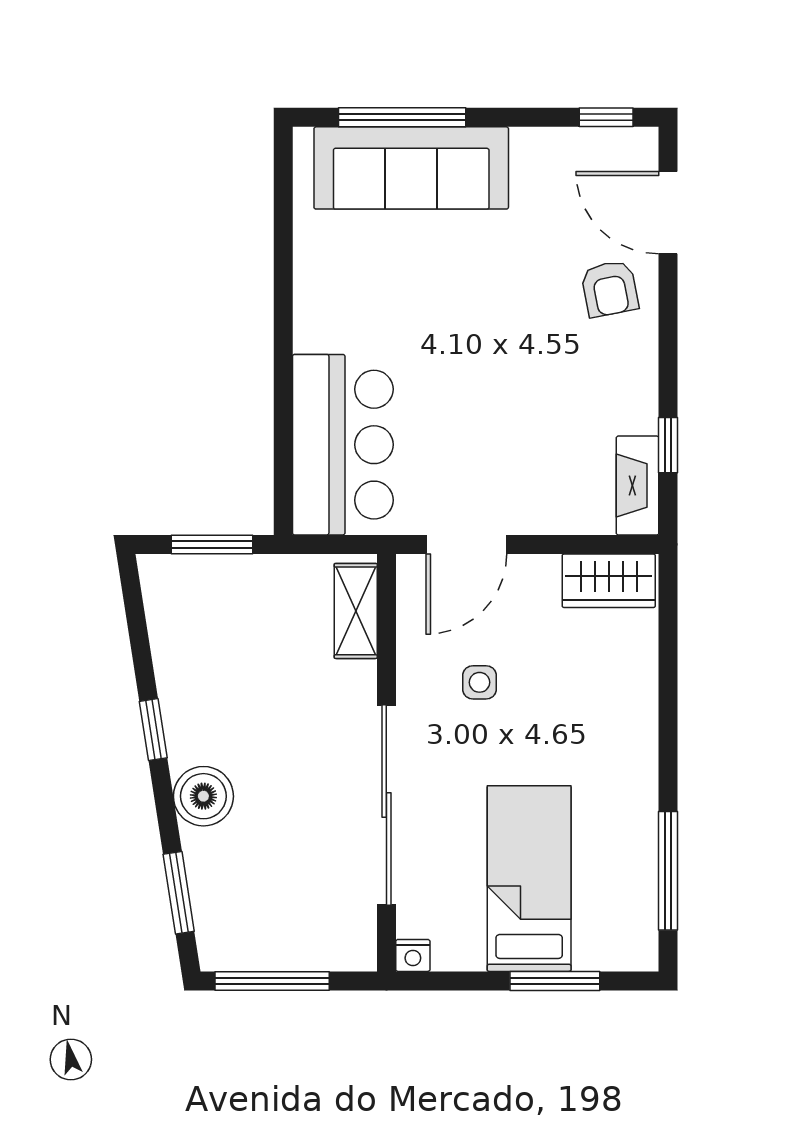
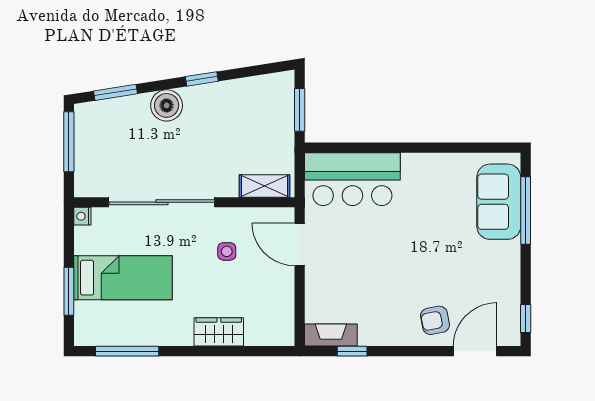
sofa: (411, 168) -> (499, 202), width x0.73
wardrobe: (609, 581) -> (219, 332), moved, turned 90

